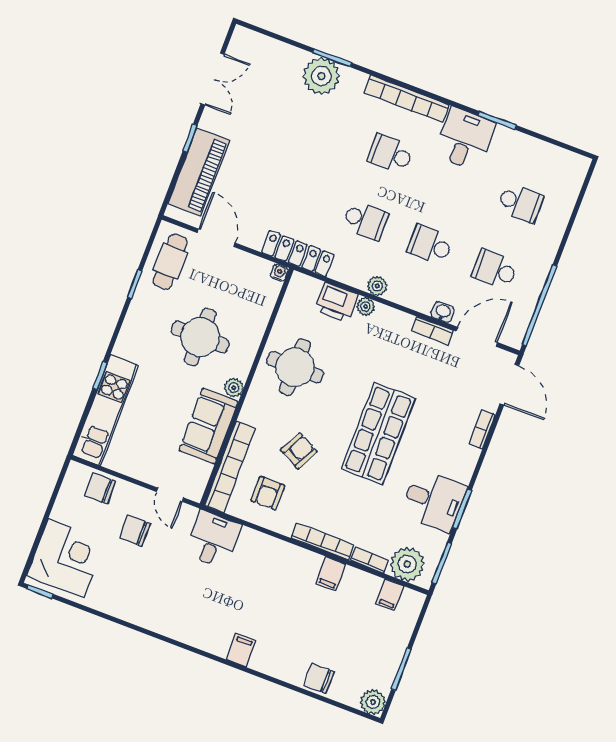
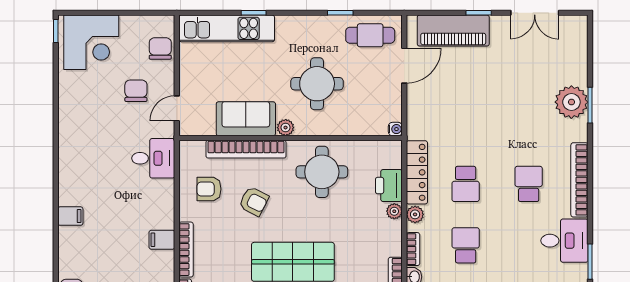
locker: (298, 254) -> (417, 172), moved
bookcase: (413, 302) -> (413, 249), added
bookcase: (230, 467) -> (246, 149), moved
filing cabinet: (331, 574) -> (162, 240), moved

